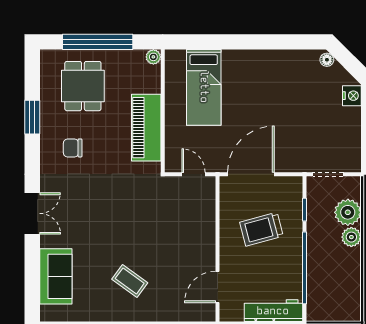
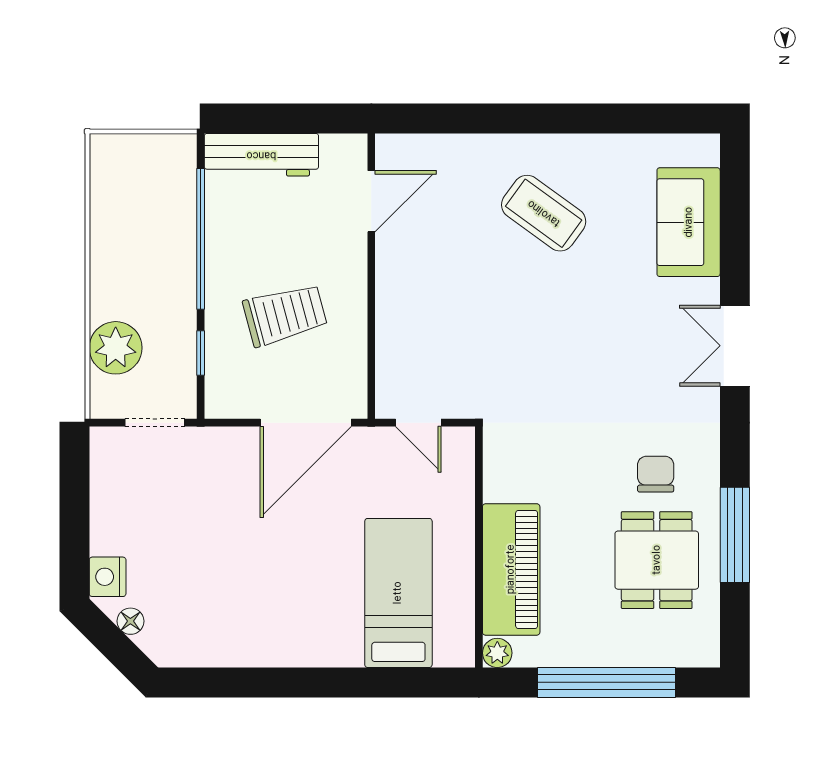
floor lamp: (327, 60) -> (130, 621), moved
dining table: (83, 86) -> (657, 560), moved
window: (32, 117) -> (735, 535), width x1.44
piano: (146, 128) -> (511, 569), moved
chair: (73, 148) -> (656, 474), turned -90
plant: (351, 237) -> (109, 299), removed
coffee table: (130, 281) -> (544, 213), width x1.36, depth x1.30

